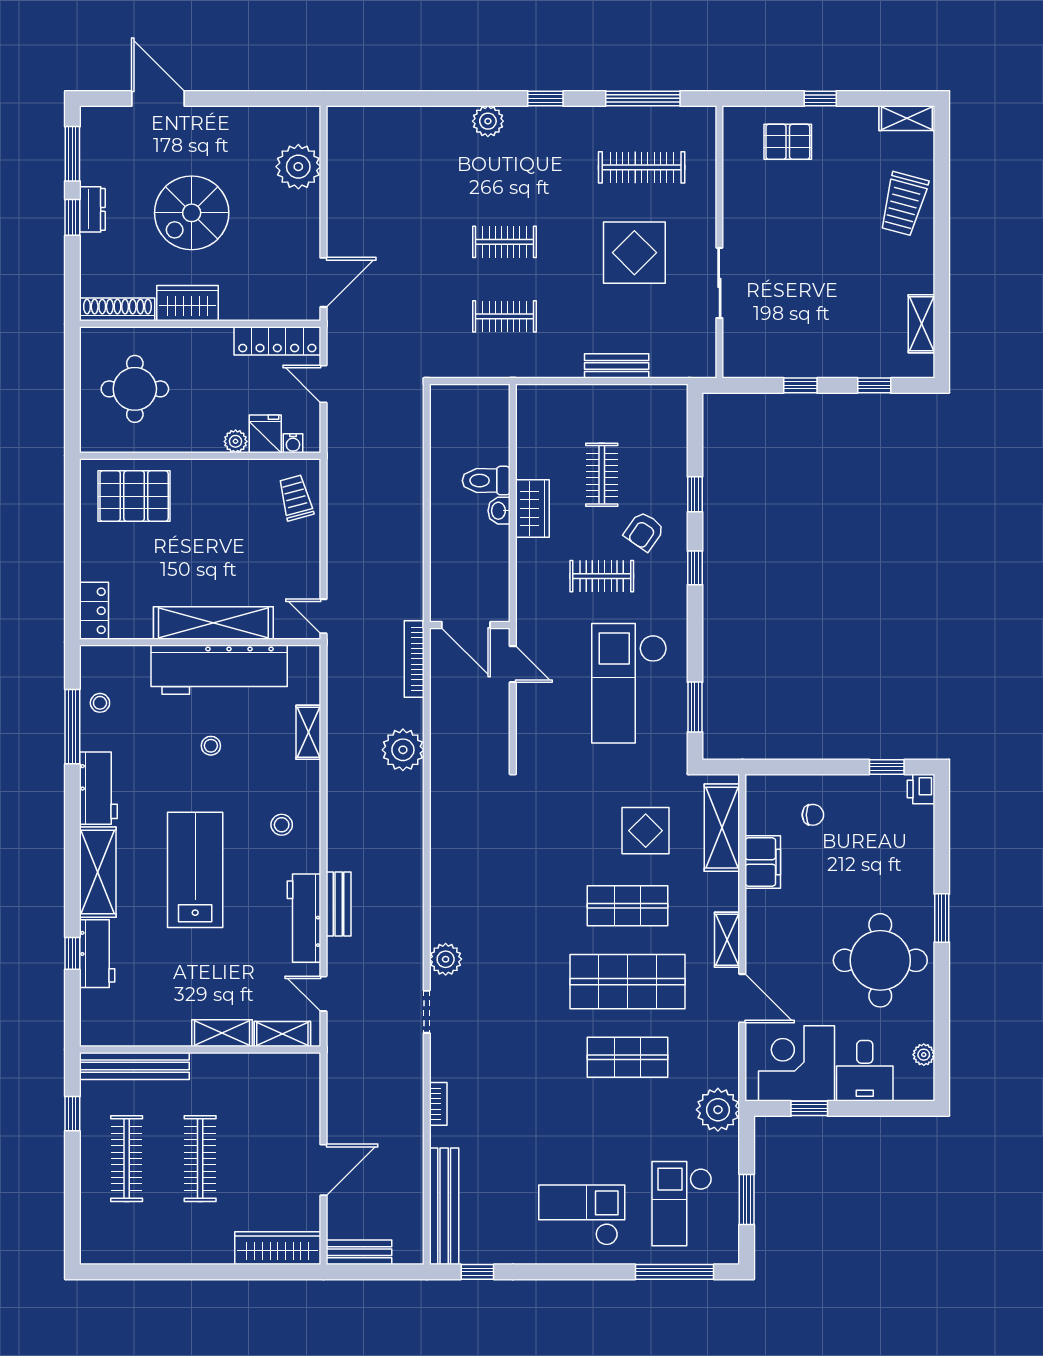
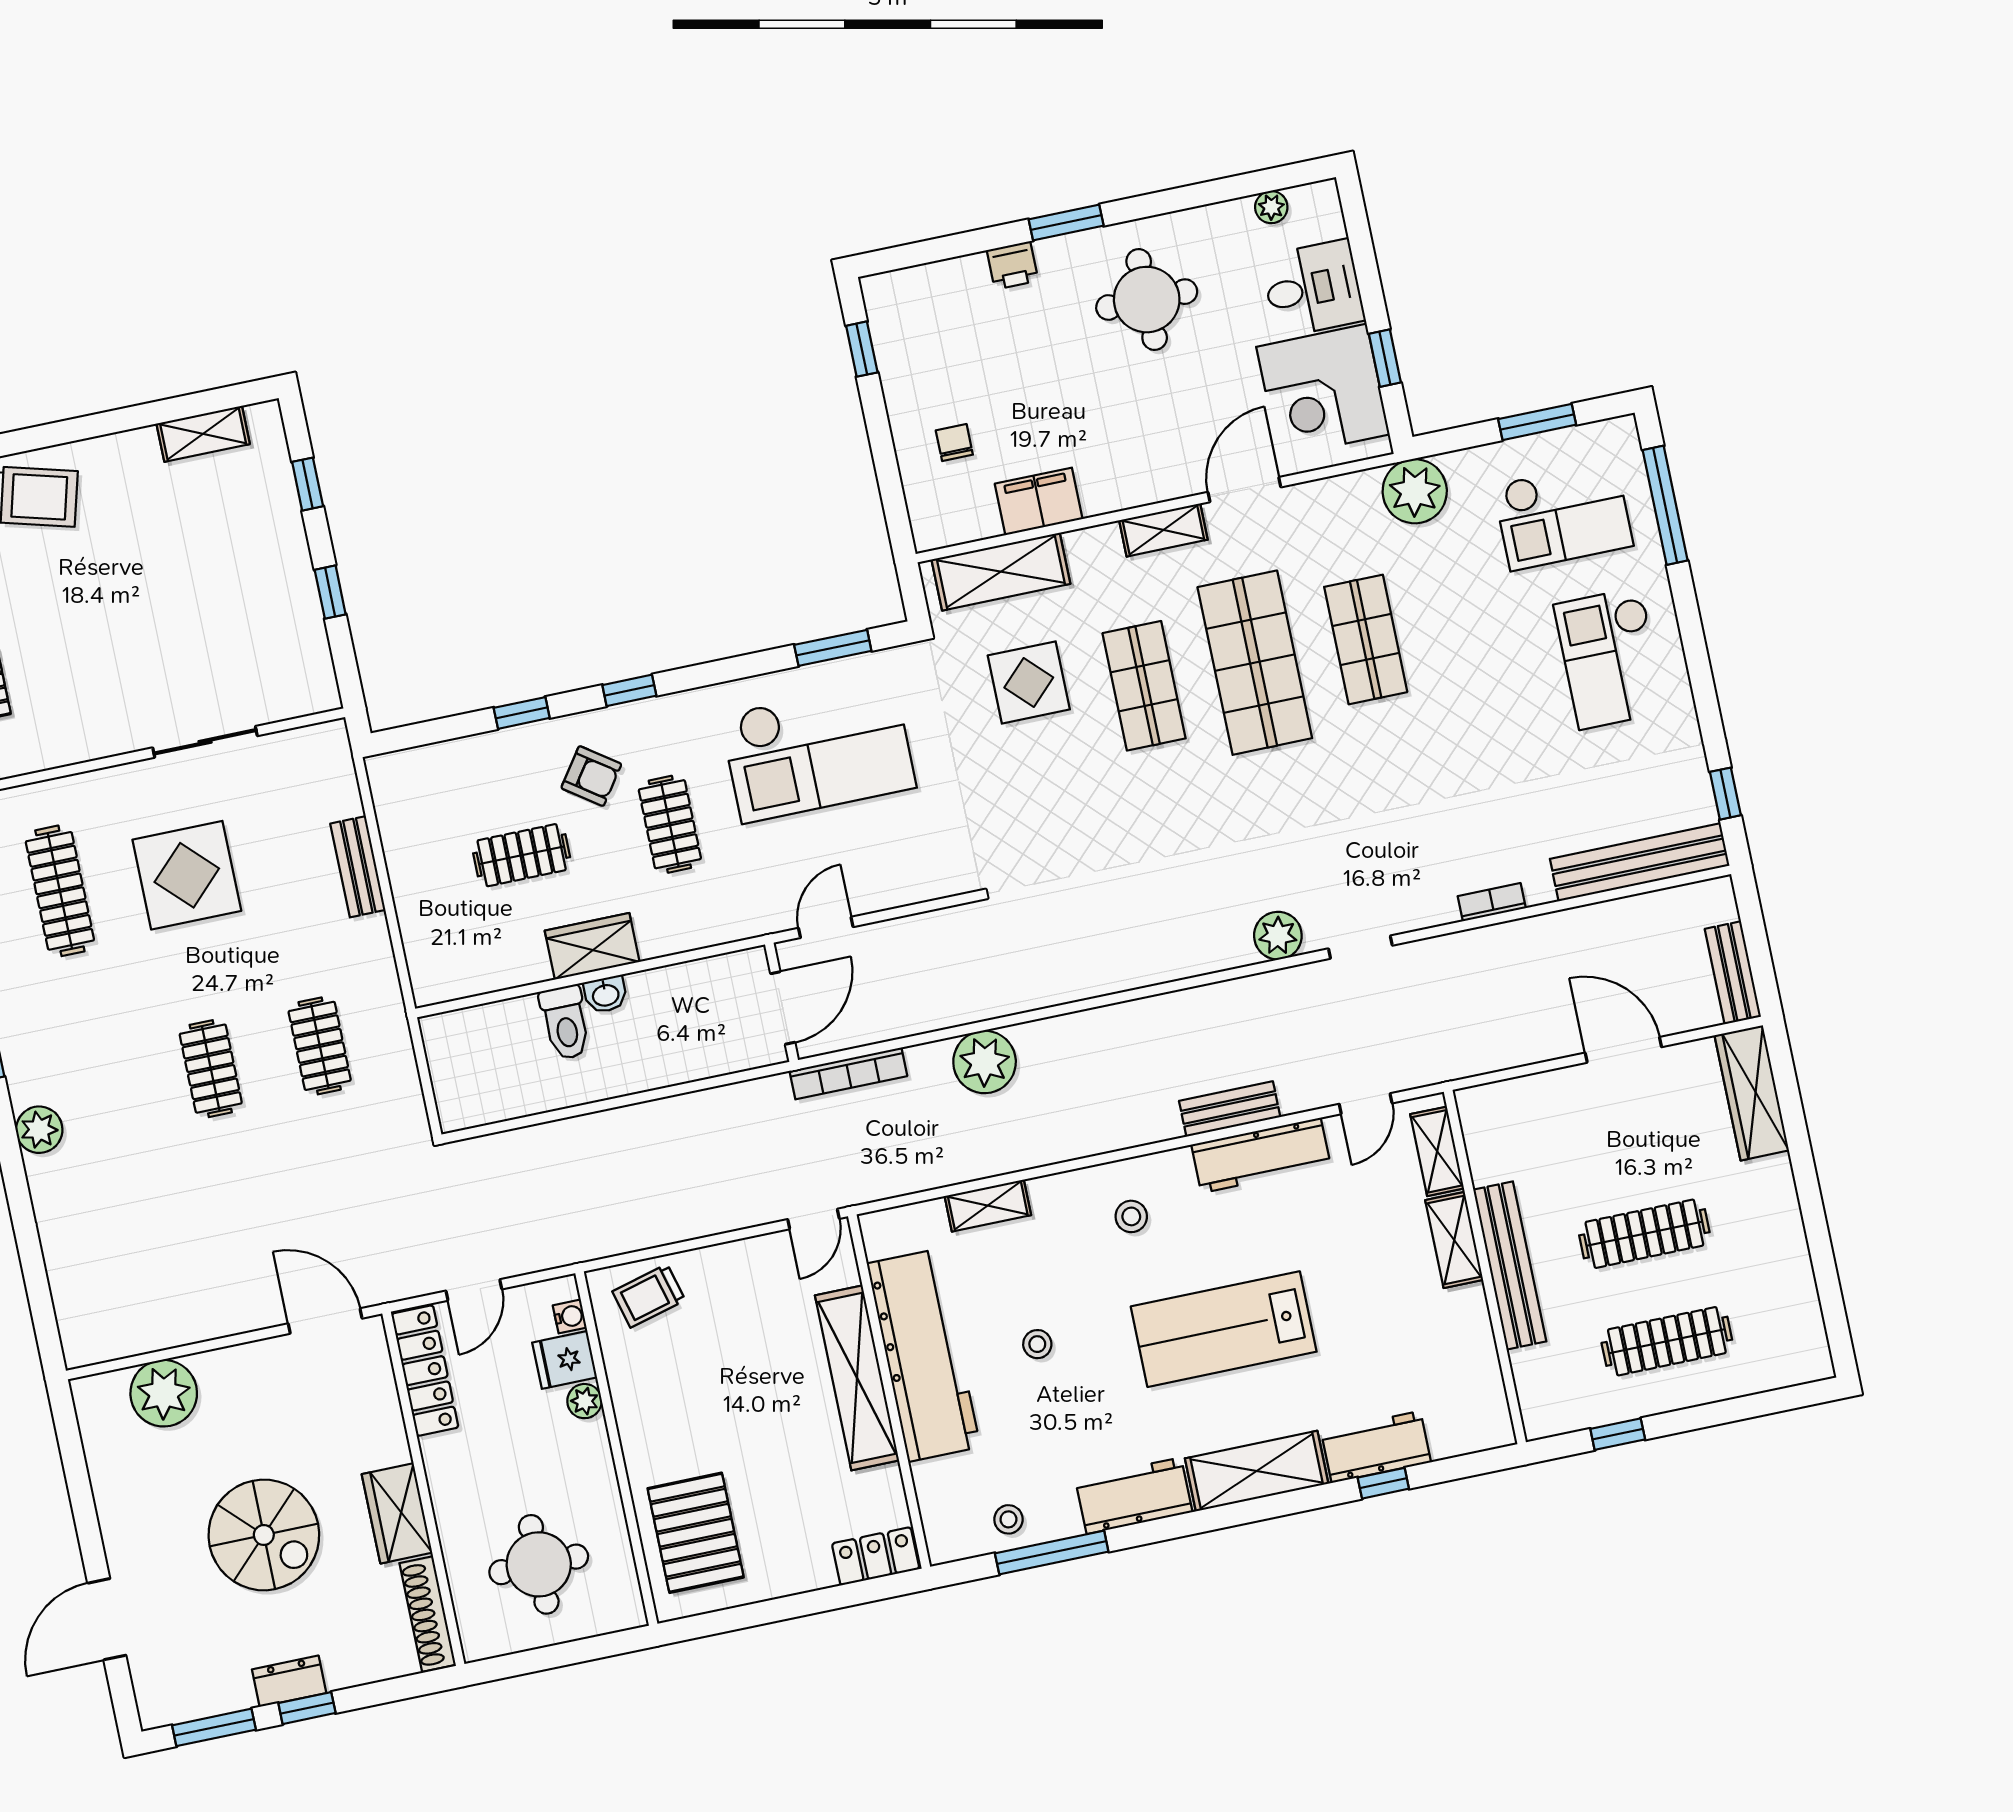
printer: (921, 789) -> (1013, 265), moved
round table: (880, 960) -> (1147, 300), width x0.73, depth x0.73
bench: (134, 1066) -> (1510, 1266), moved

